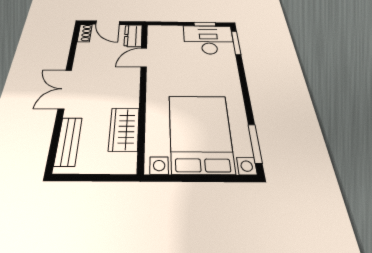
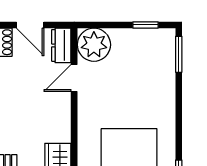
plant: (162, 36) -> (94, 45), added
desk: (209, 40) -> (148, 50), removed

